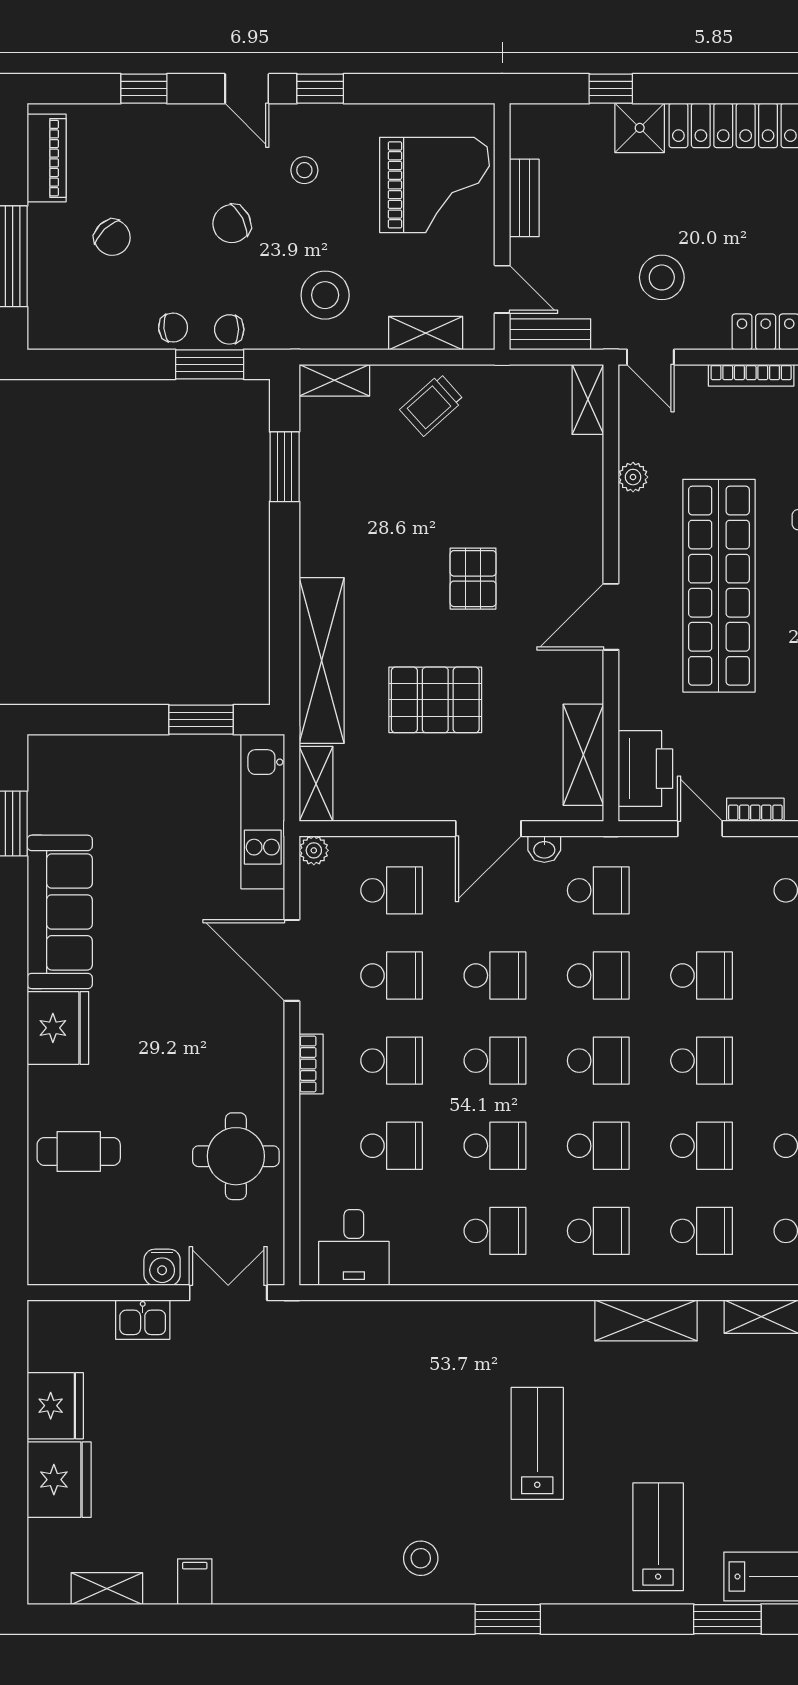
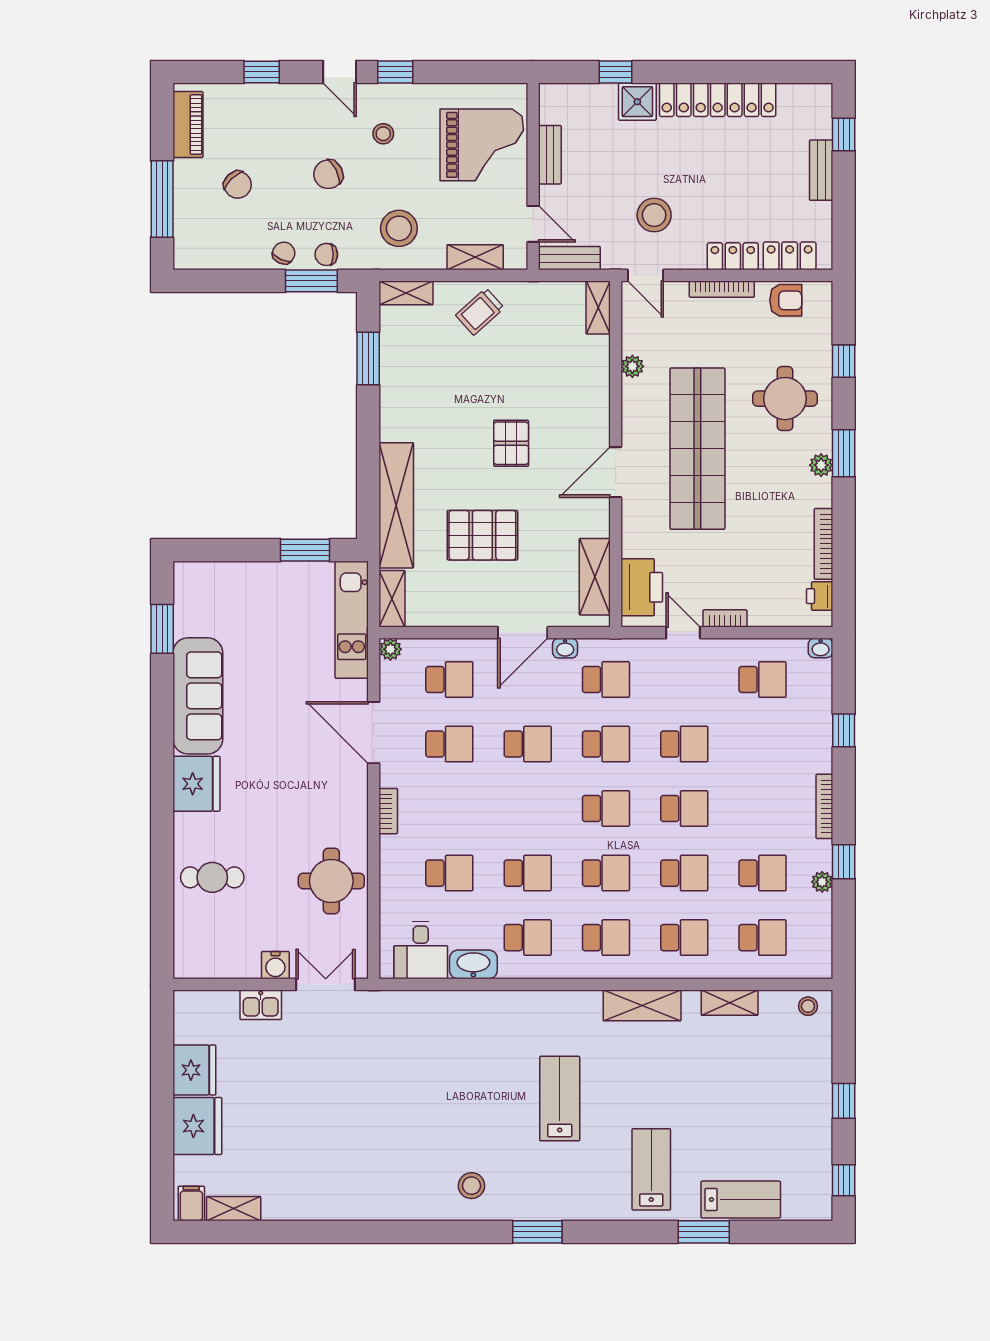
chair: (173, 328) -> (284, 253), turned -61
school desk: (392, 1061) -> (449, 809), removed
school desk: (495, 1061) -> (528, 809), removed
washbasin: (423, 1266) -> (473, 964), added
filing cabinet: (195, 1582) -> (191, 1203), moved

